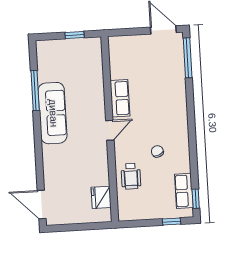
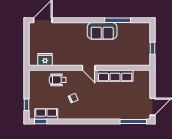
row of seats: (120, 98) -> (115, 76), width x1.48
sofa: (53, 113) -> (102, 31), width x0.73

